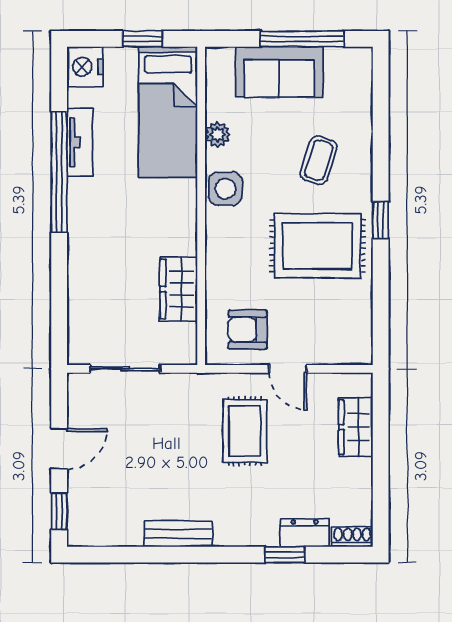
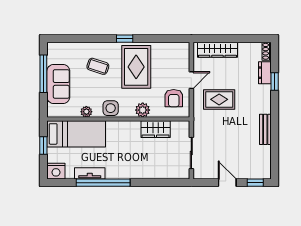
plant: (221, 260) -> (143, 110), added
wardrobe: (356, 427) -> (217, 50), width x1.50

